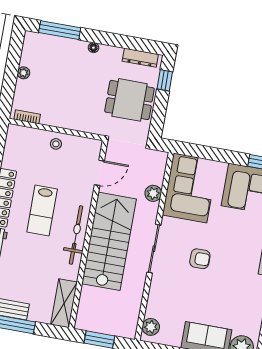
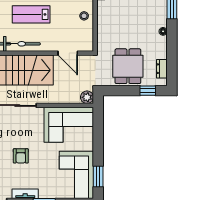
dresser: (140, 58) -> (162, 69), width x0.70
plant: (153, 193) -> (87, 97), moved
armchair: (200, 259) -> (21, 156), moved

